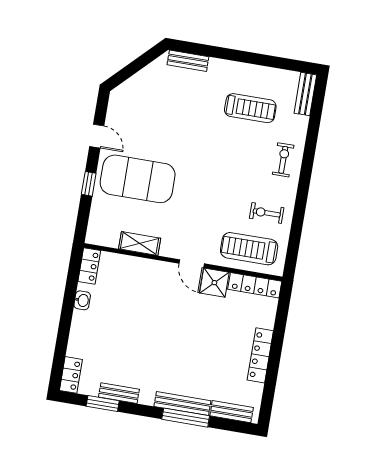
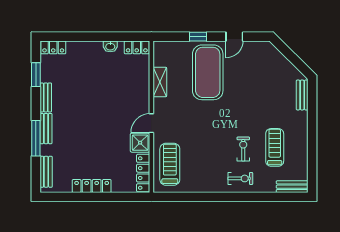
treadmill: (250, 108) -> (275, 147), turned 180
exercise bike: (267, 213) -> (243, 149), moved
bench: (119, 393) -> (46, 97), moved
bench: (182, 404) -> (46, 129), width x0.73

